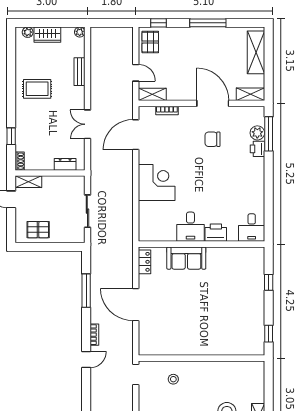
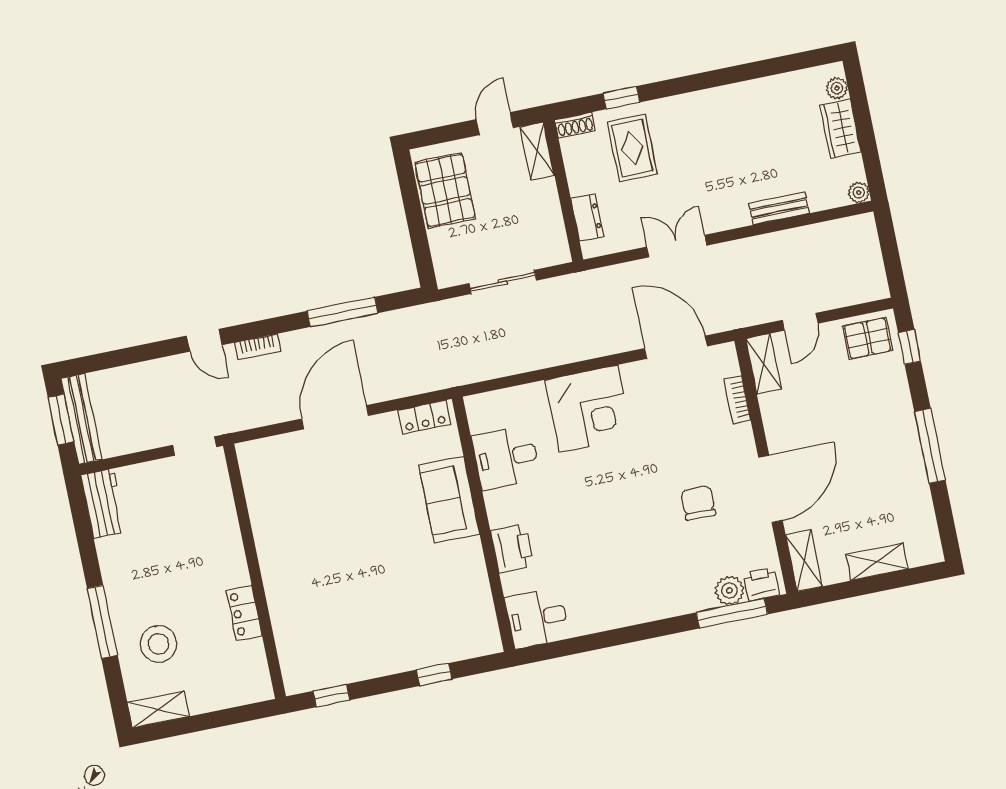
shelving: (256, 52) -> (877, 562), width x0.67, depth x0.75
rug: (37, 89) -> (632, 148), moved
printer: (258, 149) -> (762, 584), moved
desk: (190, 227) -> (506, 458), moved
pallet: (38, 230) -> (445, 190), width x1.50, depth x1.42
locker: (220, 367) -> (244, 613), added
stool: (173, 379) -> (201, 523), removed

